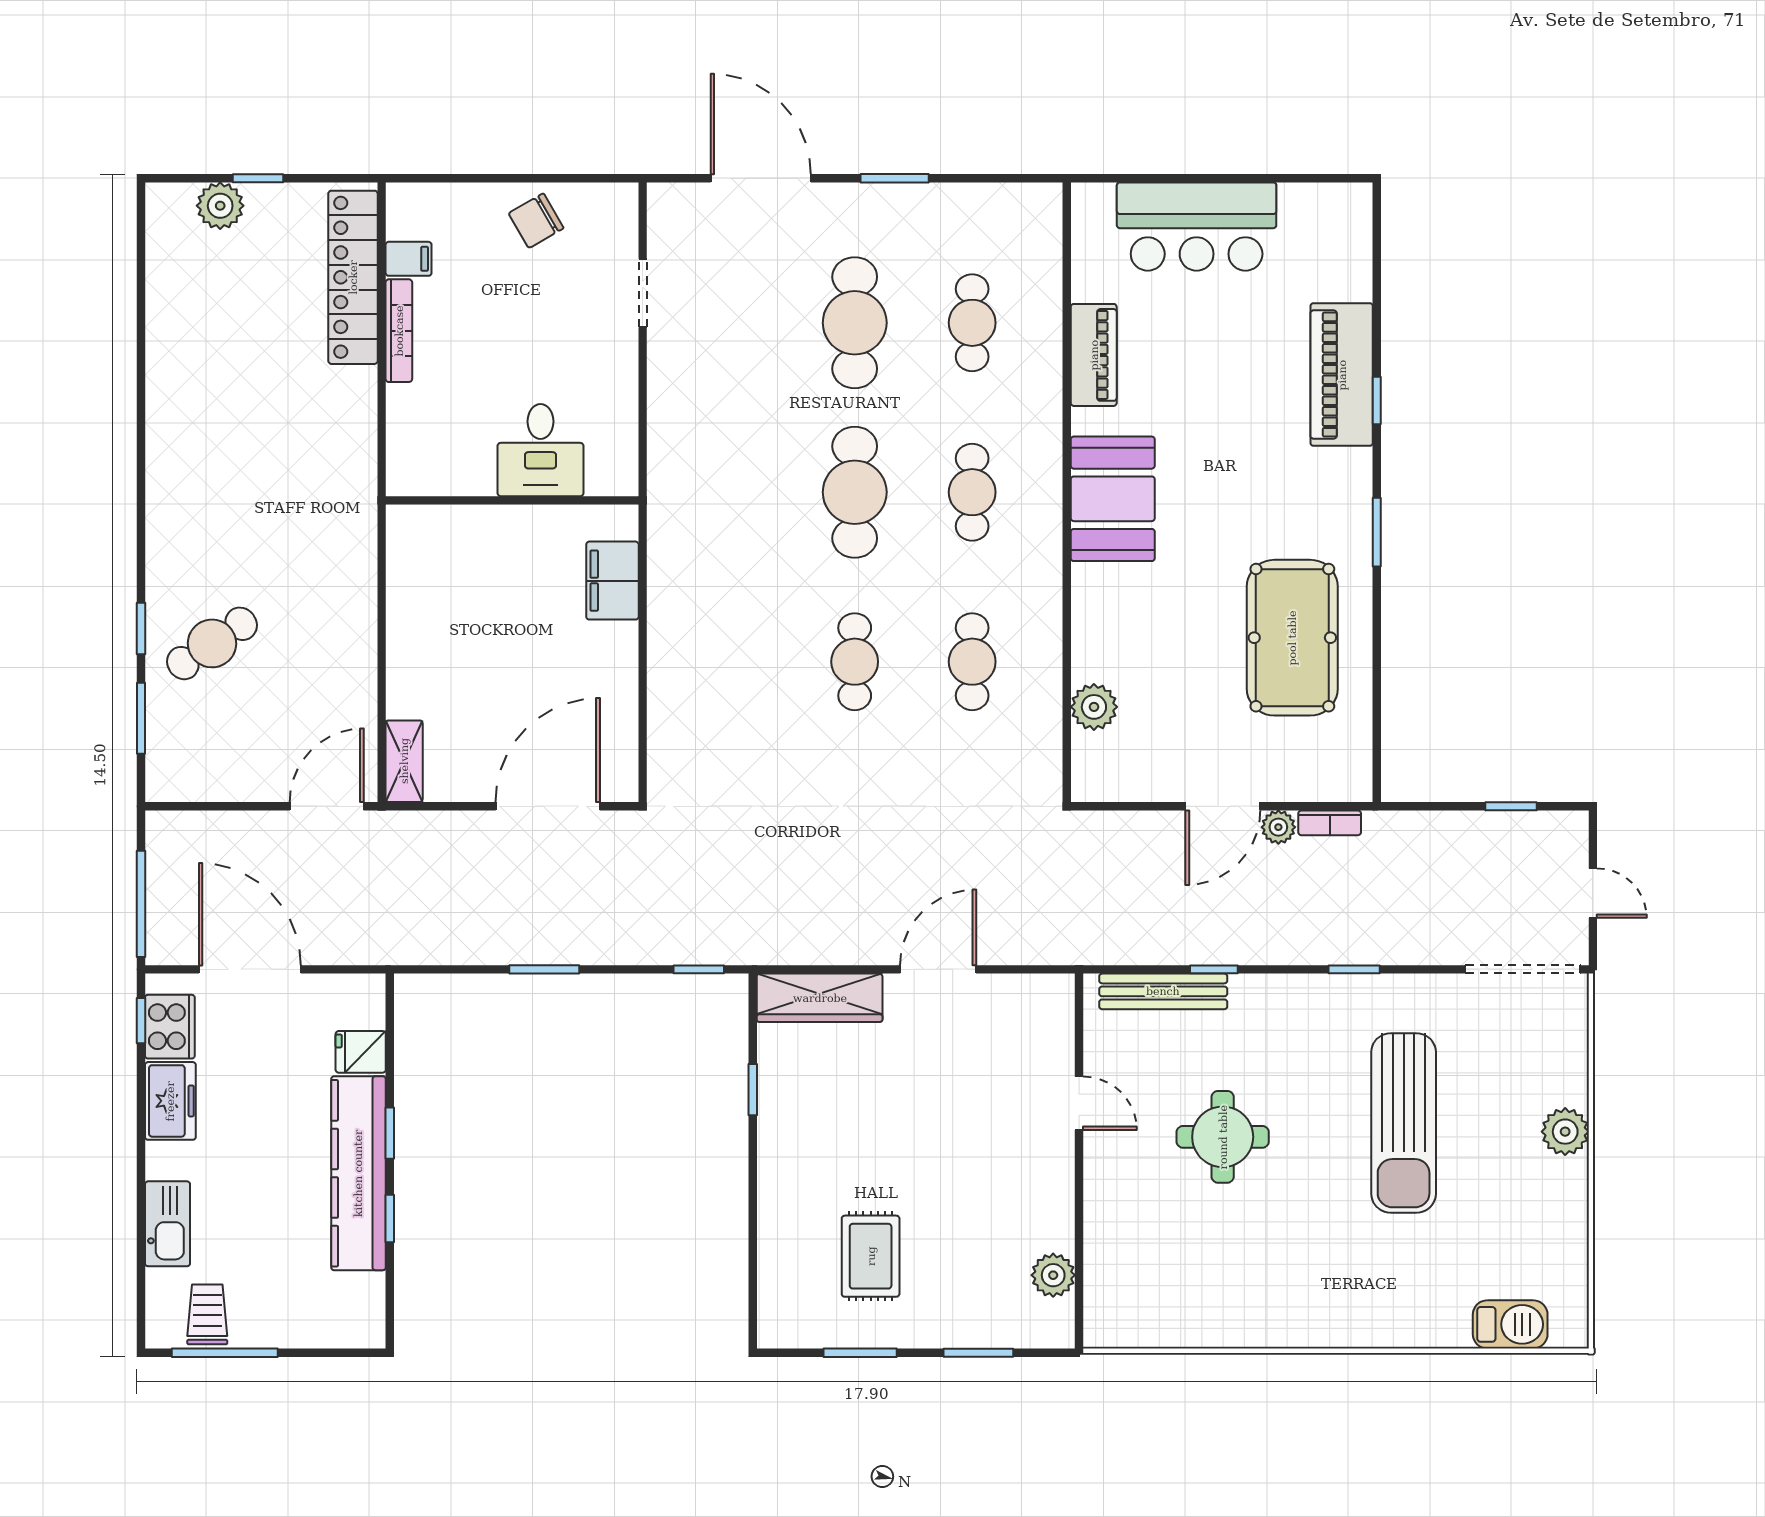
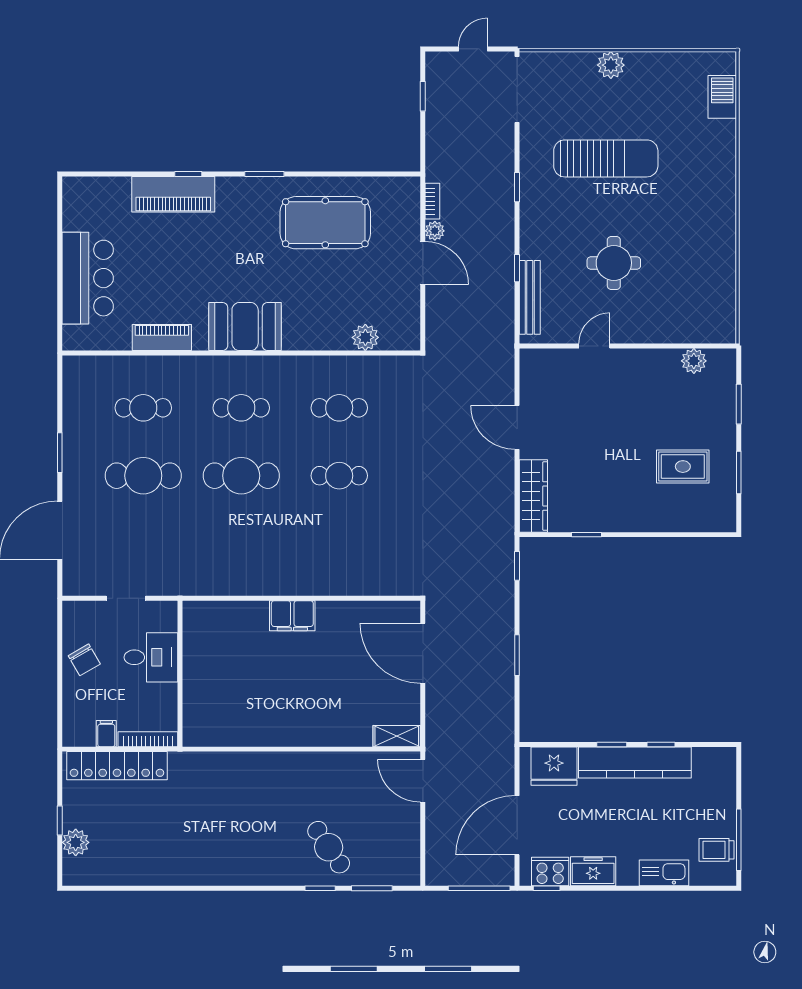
desk: (540, 450) -> (151, 657), moved
wall: (512, 500) -> (180, 674), moved
fridge: (361, 1052) -> (554, 766), width x1.88, depth x1.34

